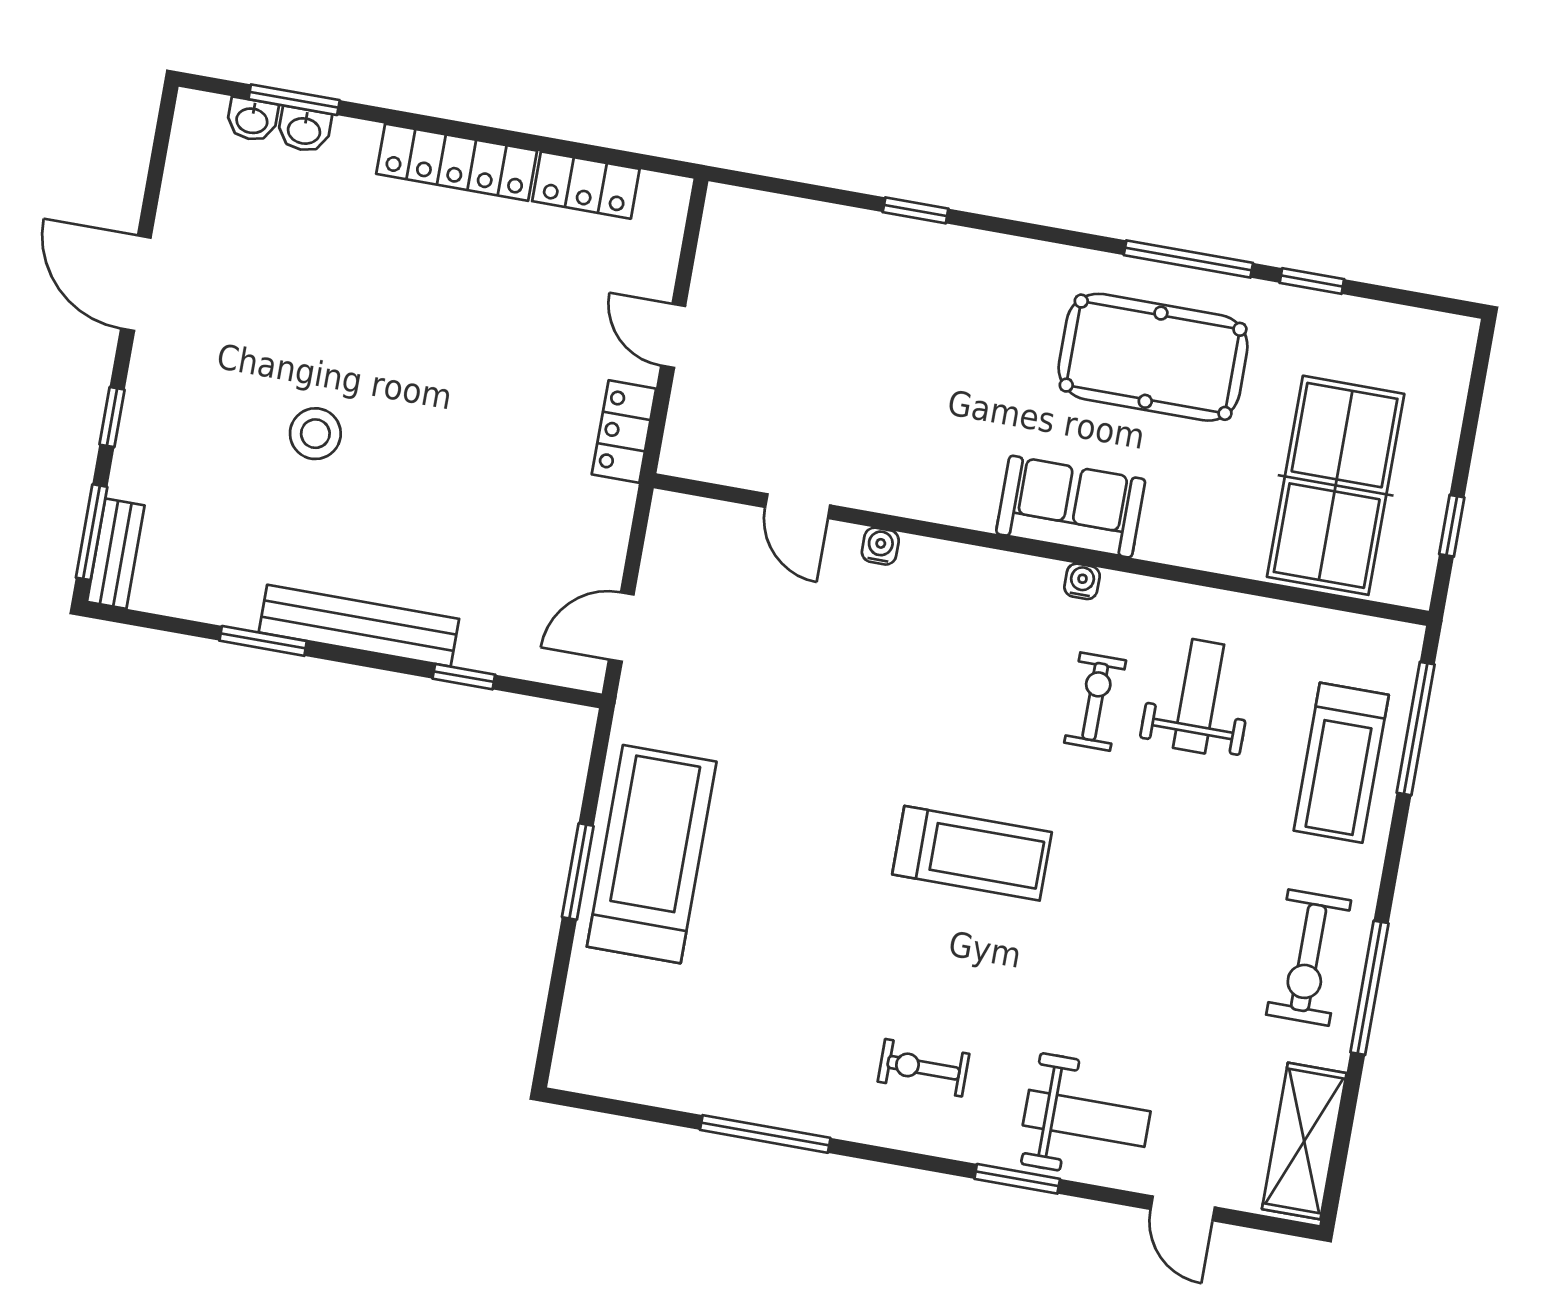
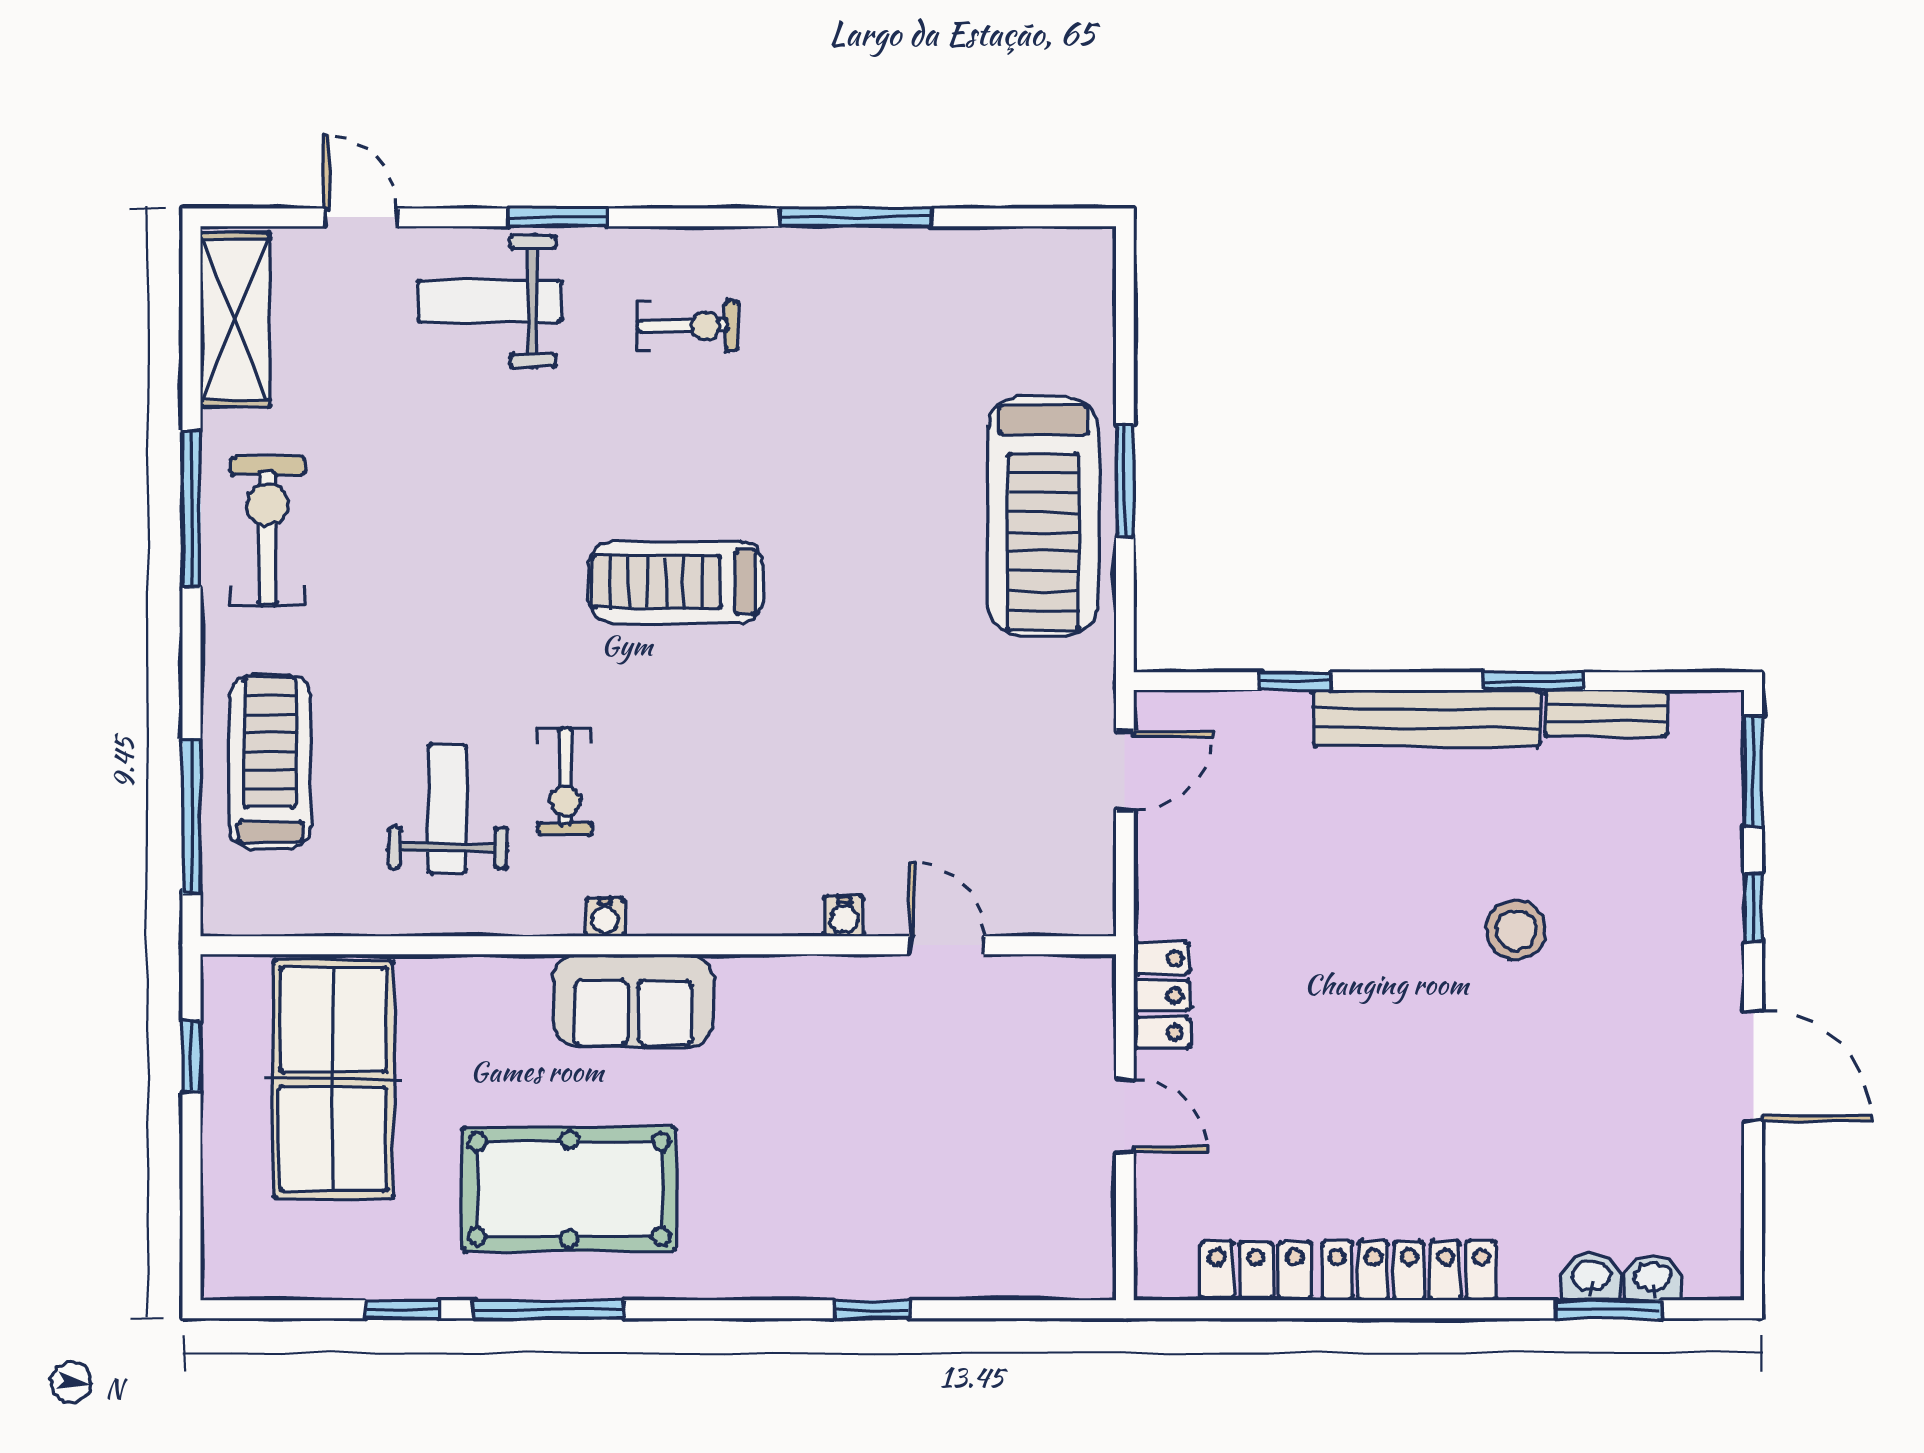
bench: (116, 554) -> (1607, 713), moved, turned 90
weight bench: (1199, 696) -> (447, 809), turned 180

